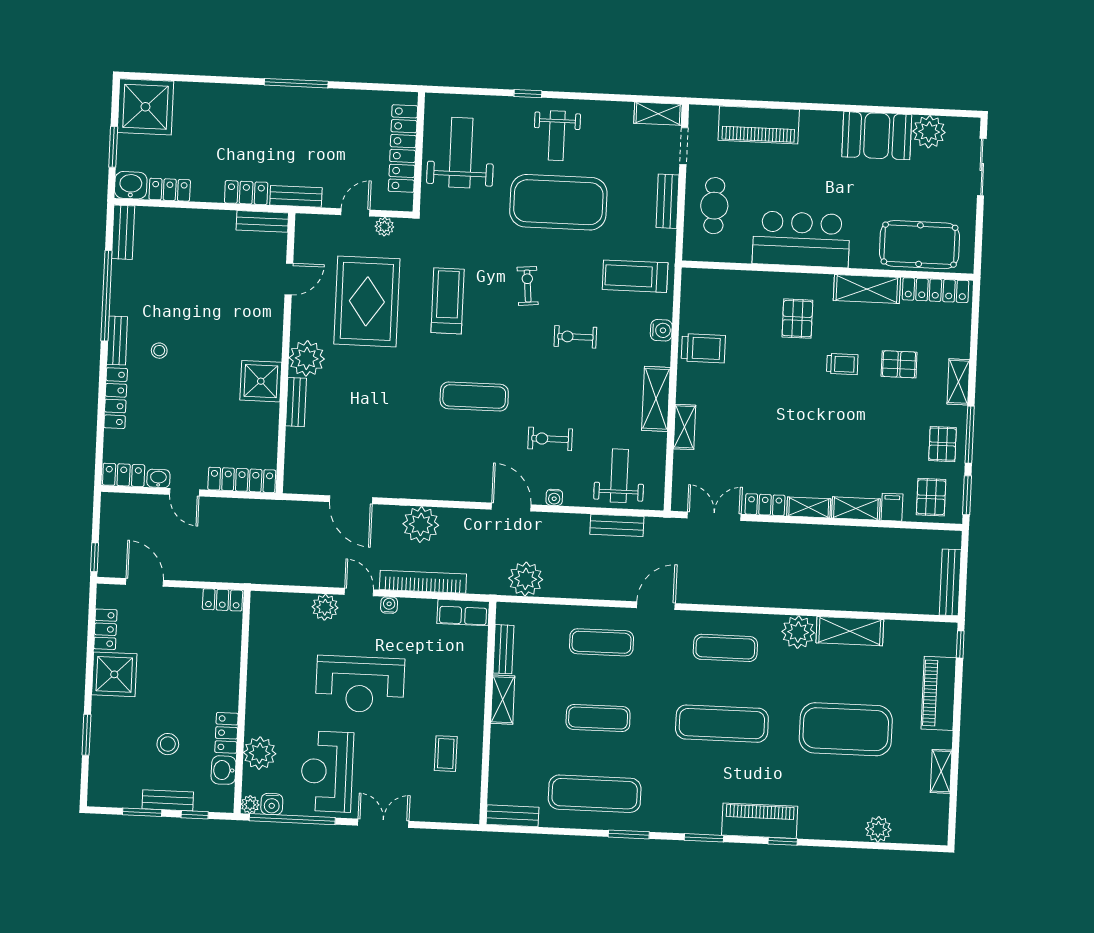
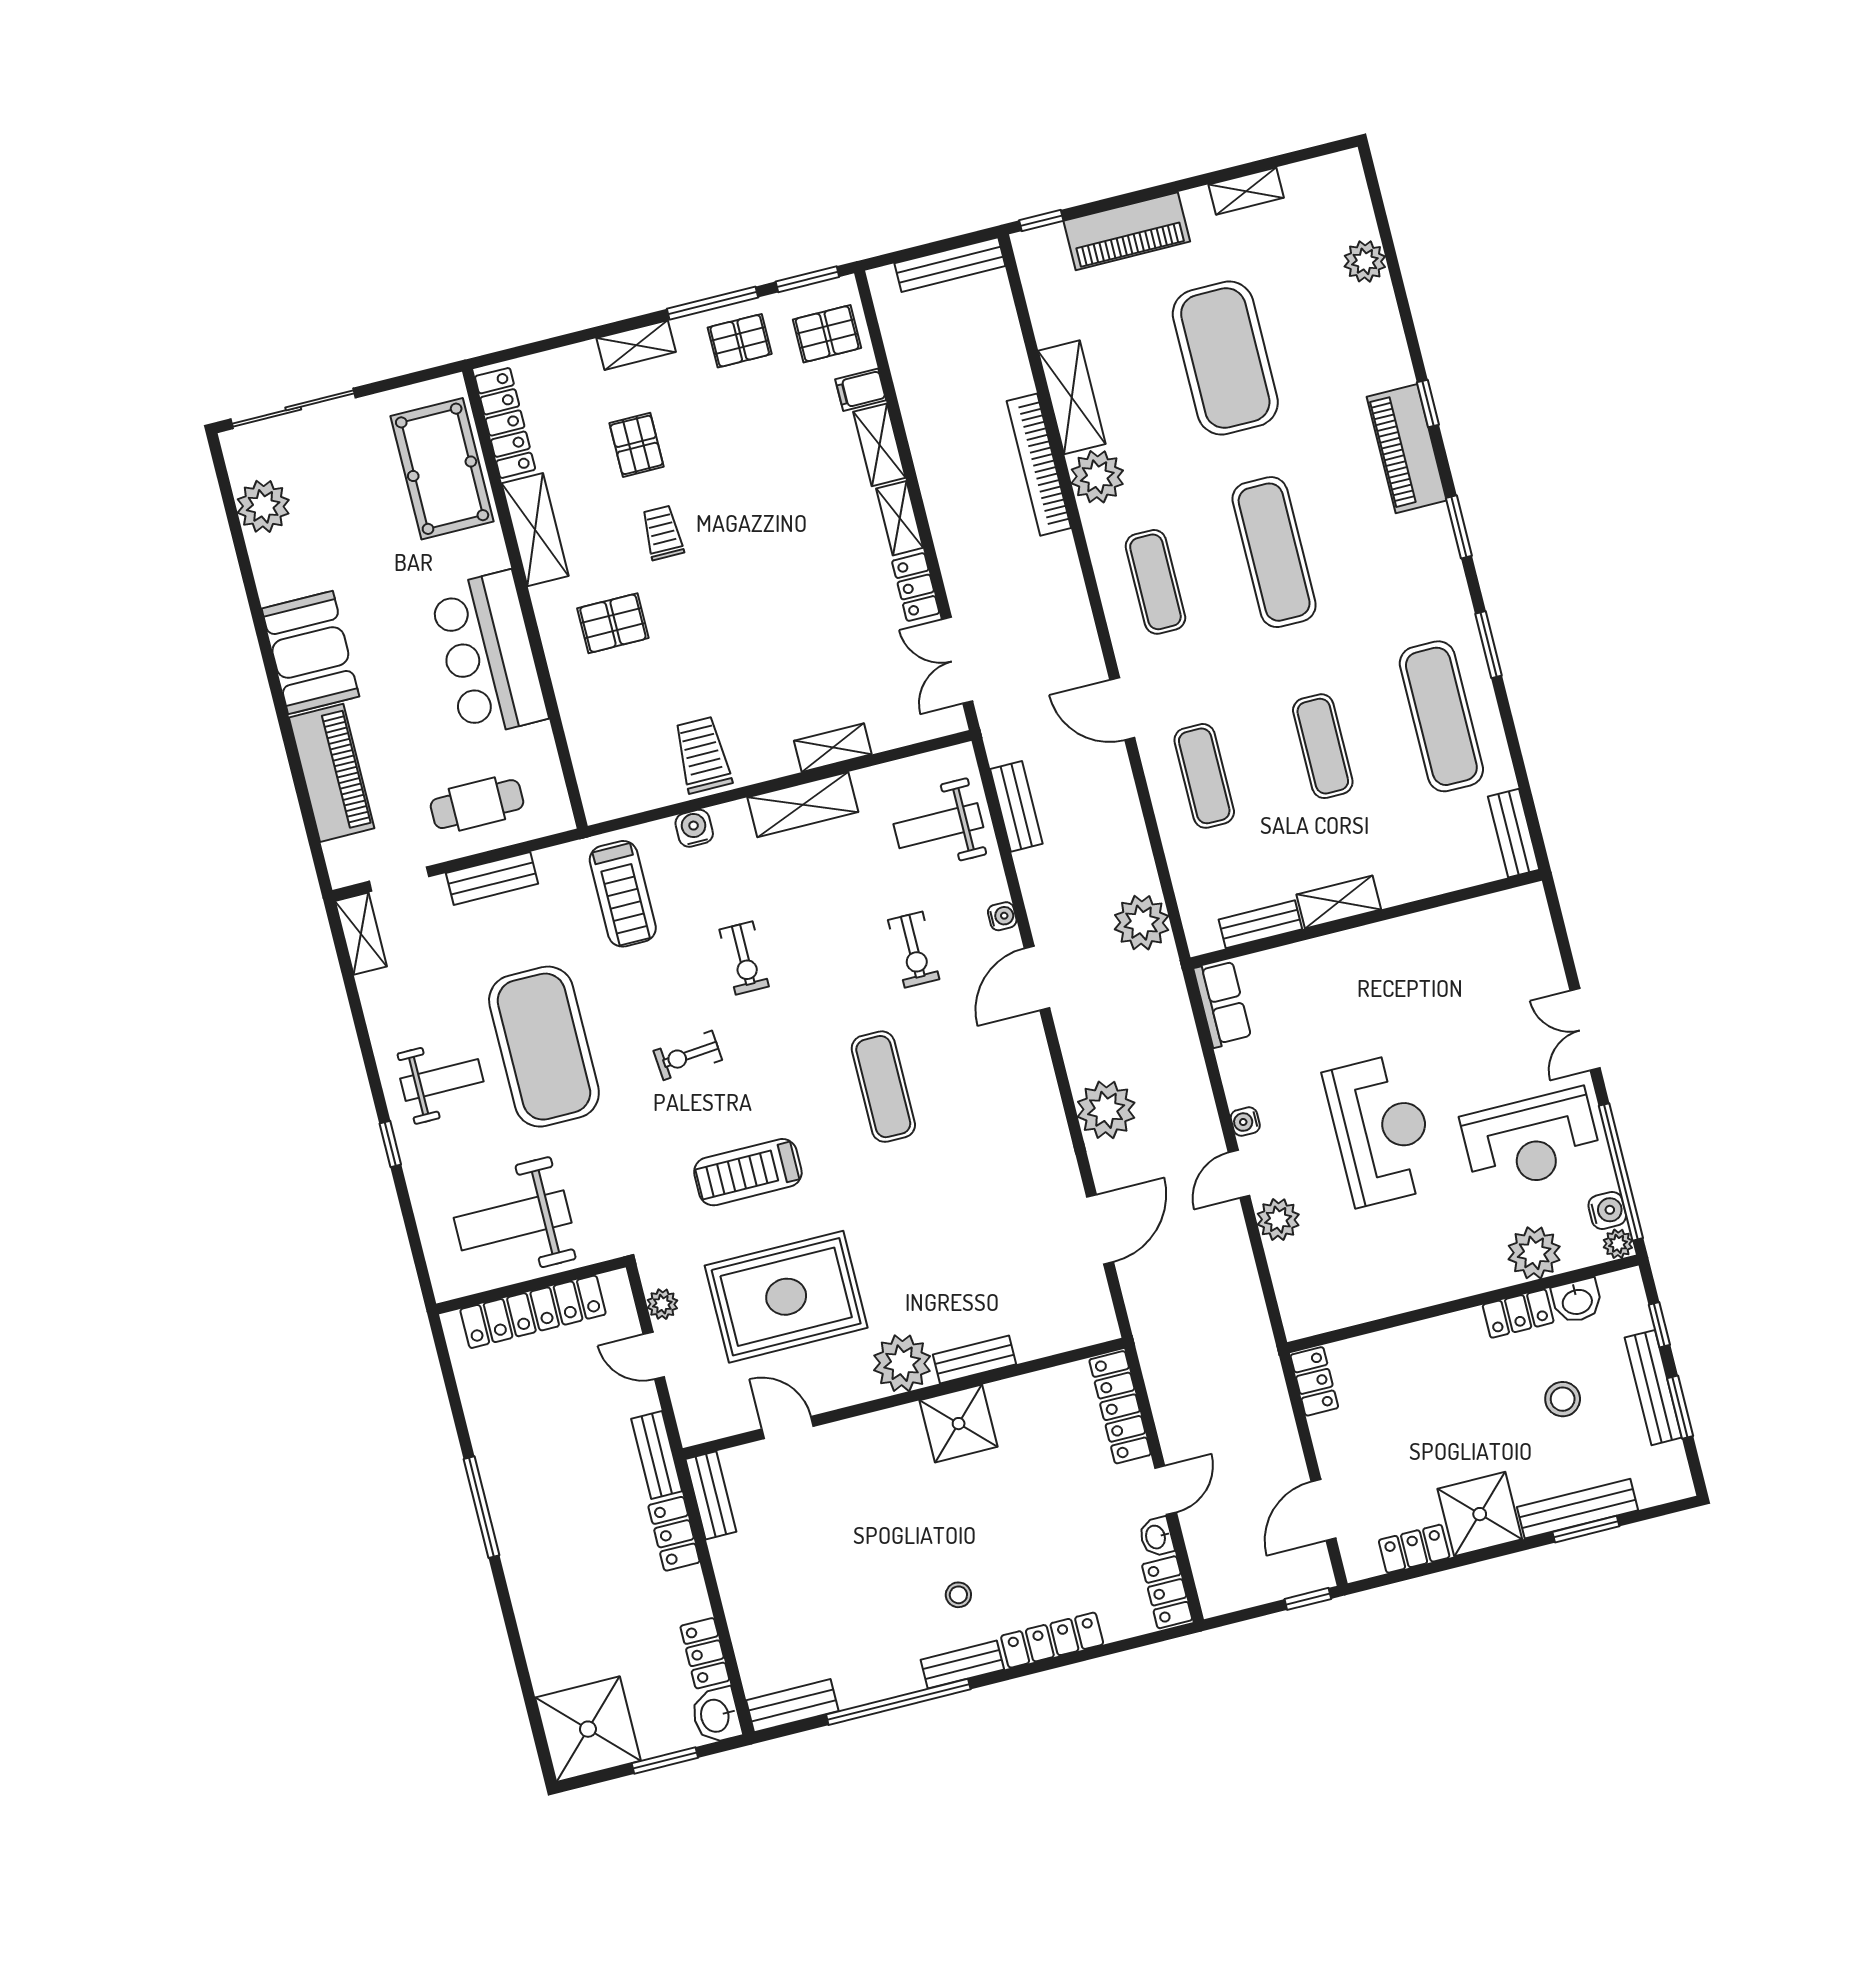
booth: (877, 136) -> (310, 653), moved
sliding door: (982, 167) -> (293, 408), width x1.37
bookcase: (423, 582) -> (1039, 465), moved
bench: (100, 733) -> (1578, 1509), added
coffee table: (446, 754) -> (1448, 965), removed
bench: (168, 800) -> (1653, 1388), width x1.36

